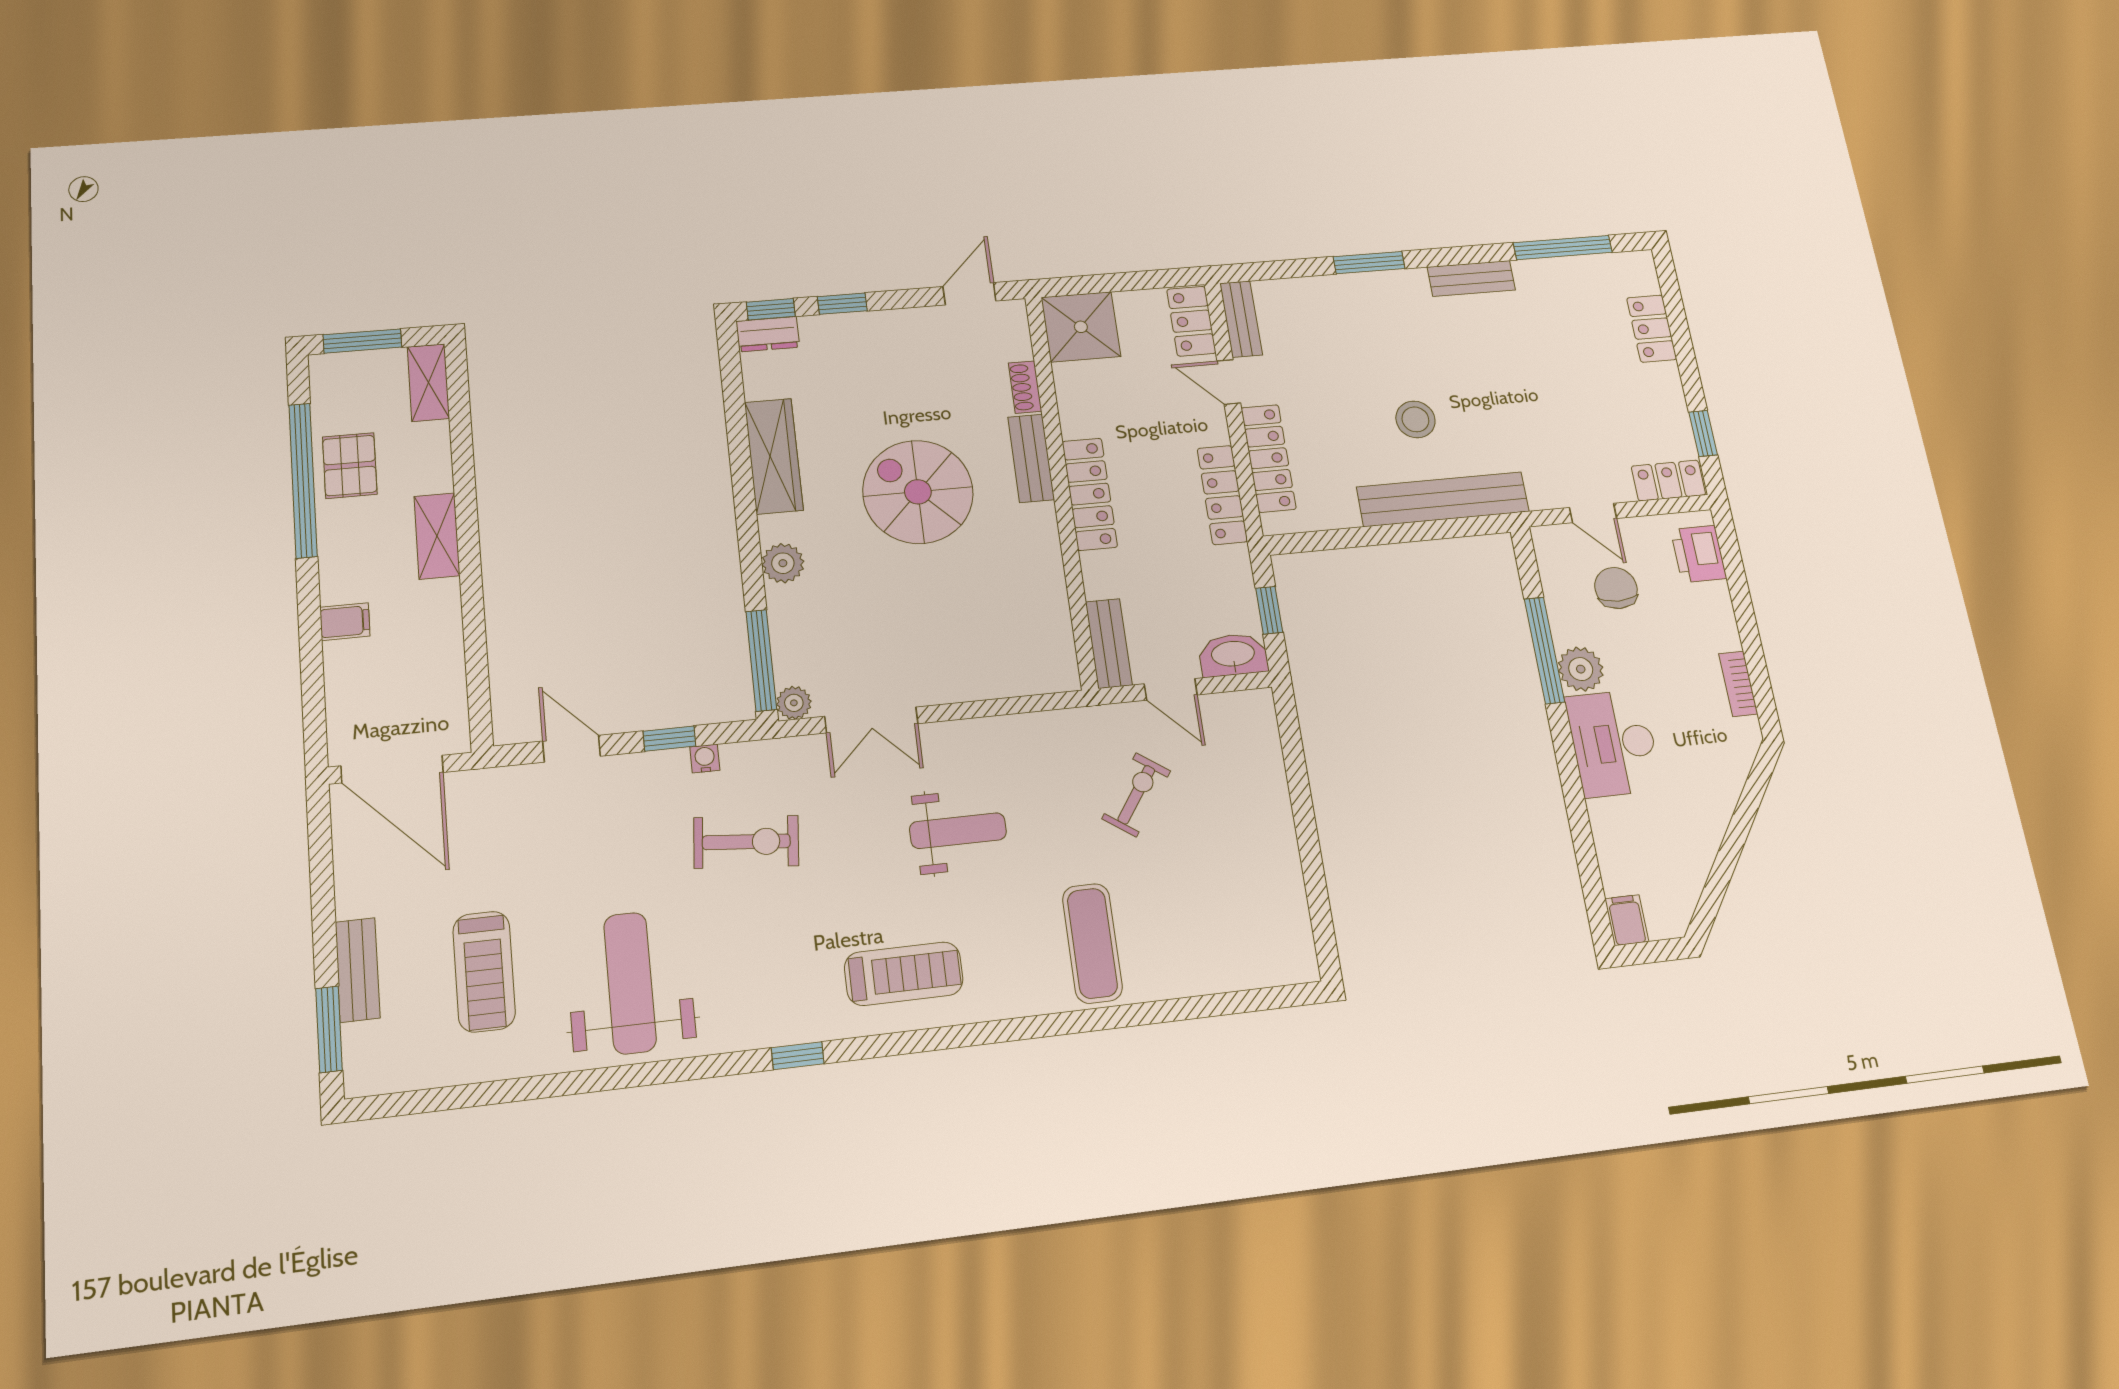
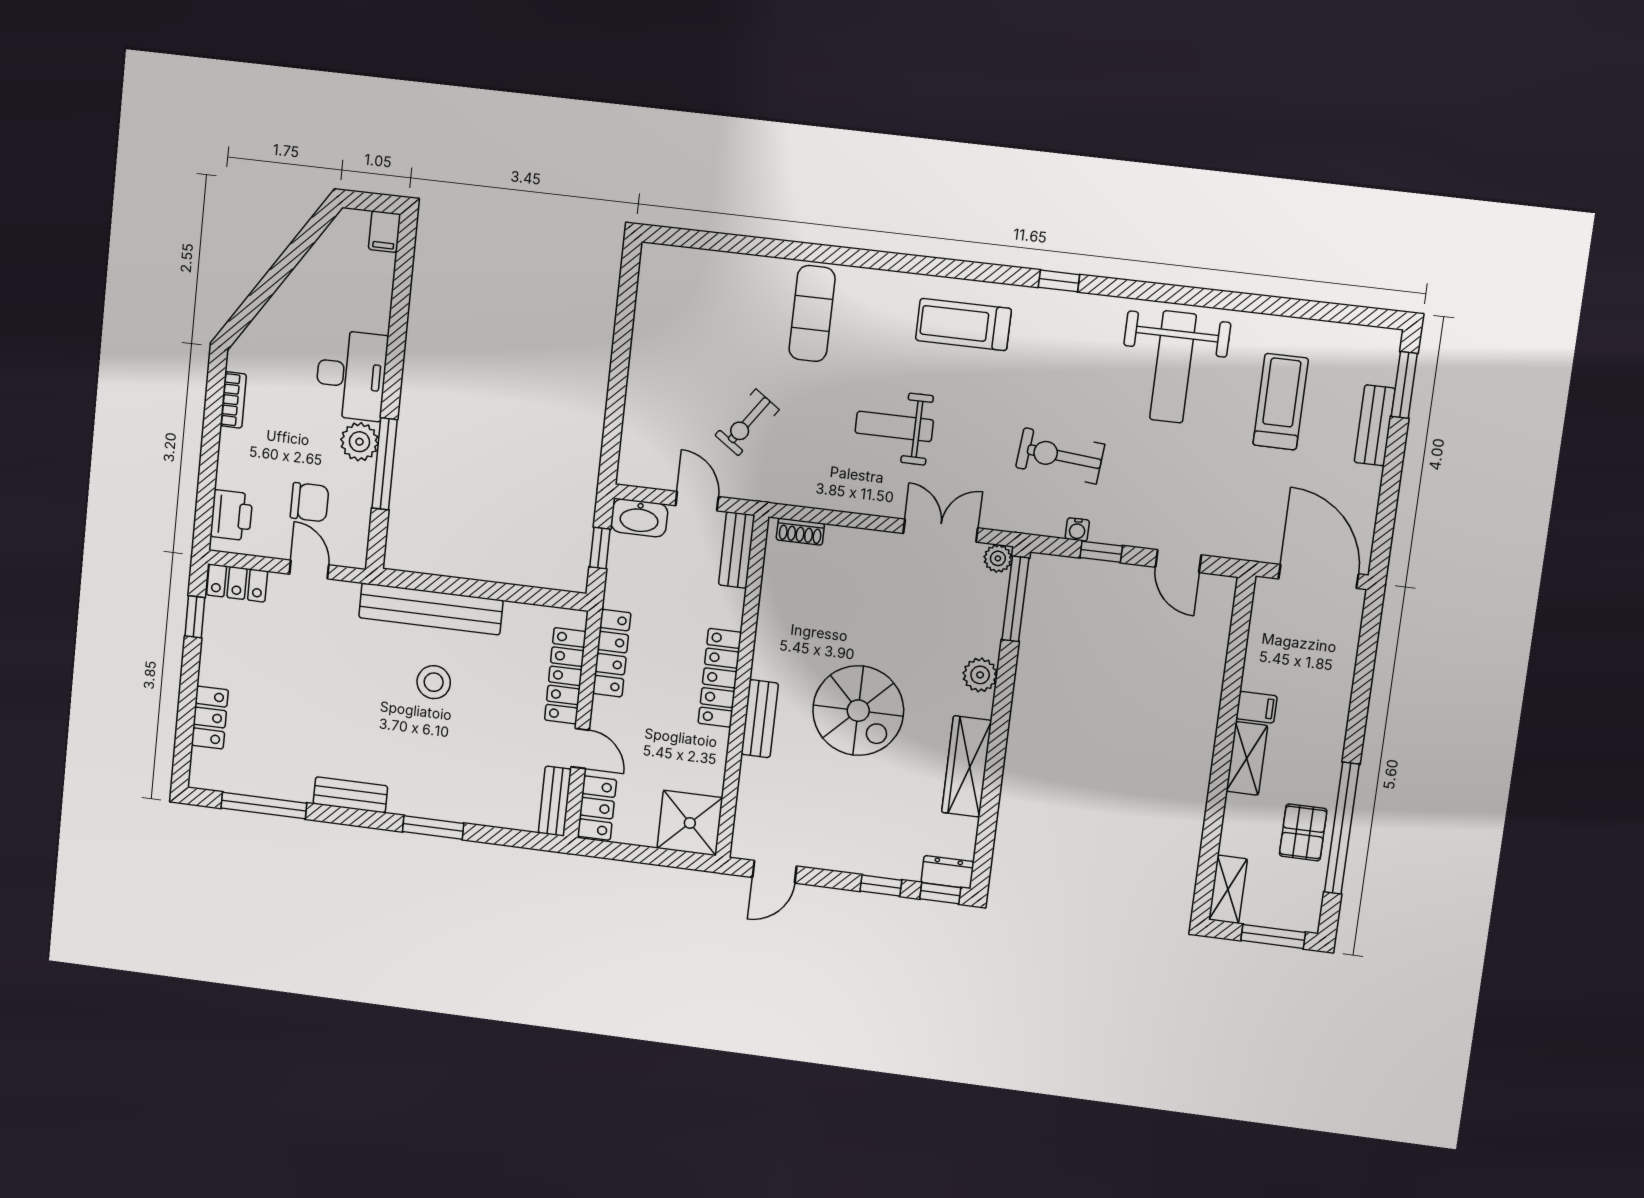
shoe rack: (1025, 387) -> (800, 532), moved, turned 90
chair: (1616, 588) -> (310, 502), turned -90
filing cabinet: (345, 622) -> (1257, 707), moved, turned 180

